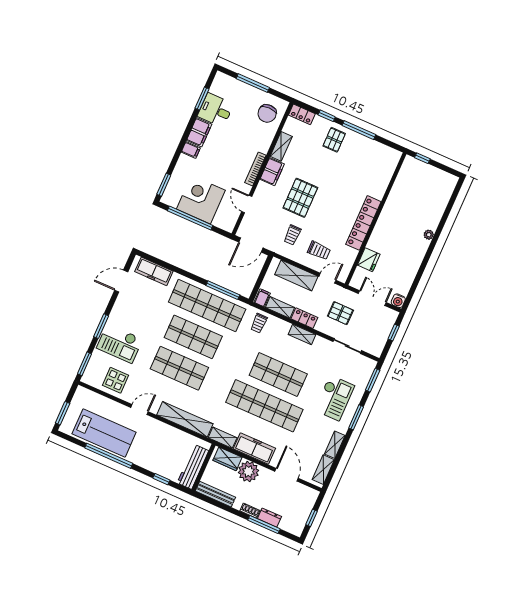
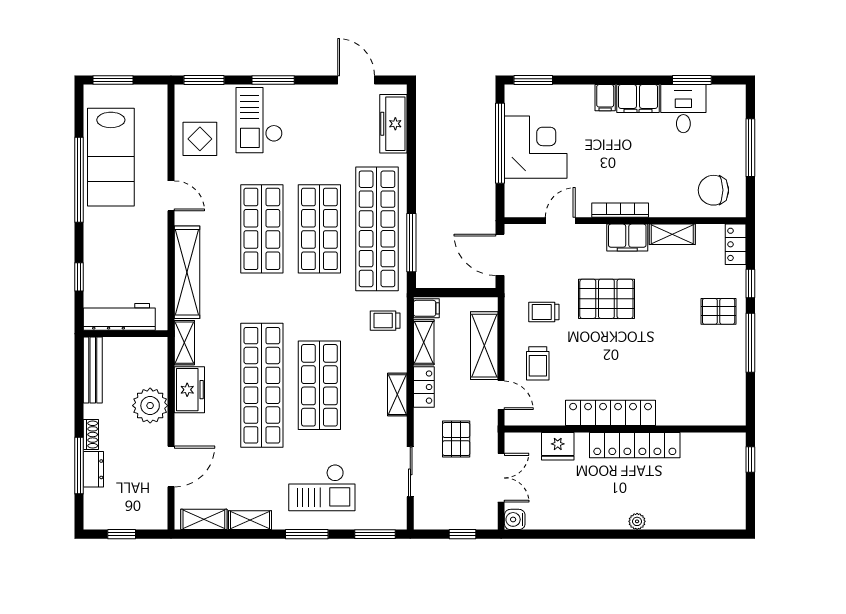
locker: (387, 217) -> (635, 445), added
freezer: (254, 449) -> (189, 390), width x0.71
wardrobe: (227, 459) -> (155, 365), removed

